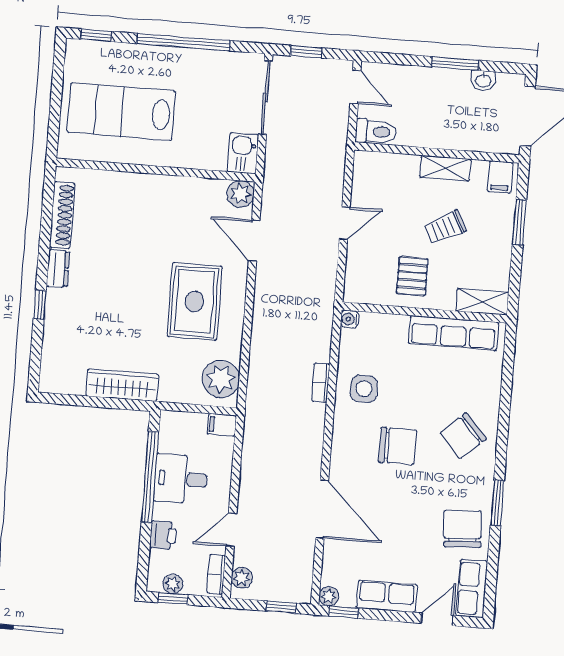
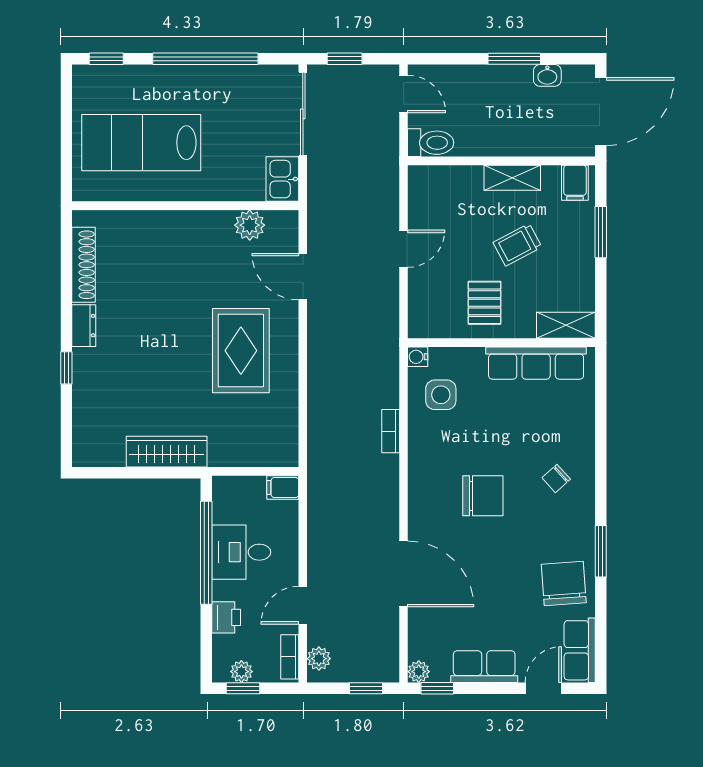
plant: (241, 194) -> (250, 225), moved
plant: (221, 379) -> (277, 436), removed
side table: (364, 389) -> (441, 395), moved
chair: (463, 436) -> (556, 478), width x0.54, depth x0.54

